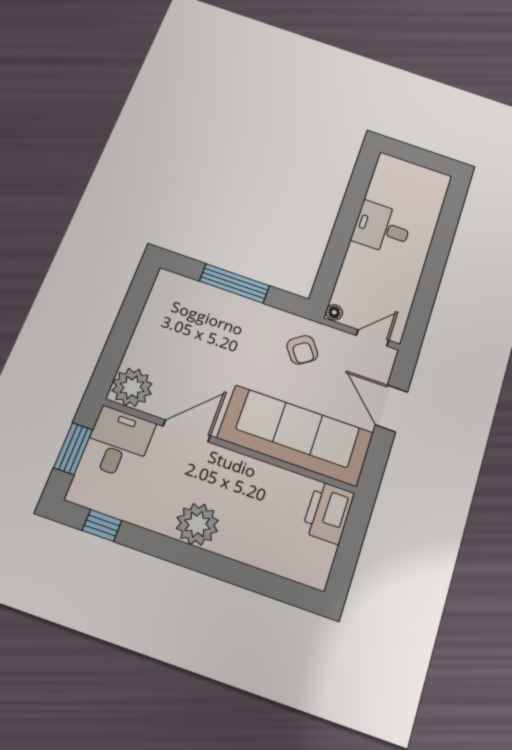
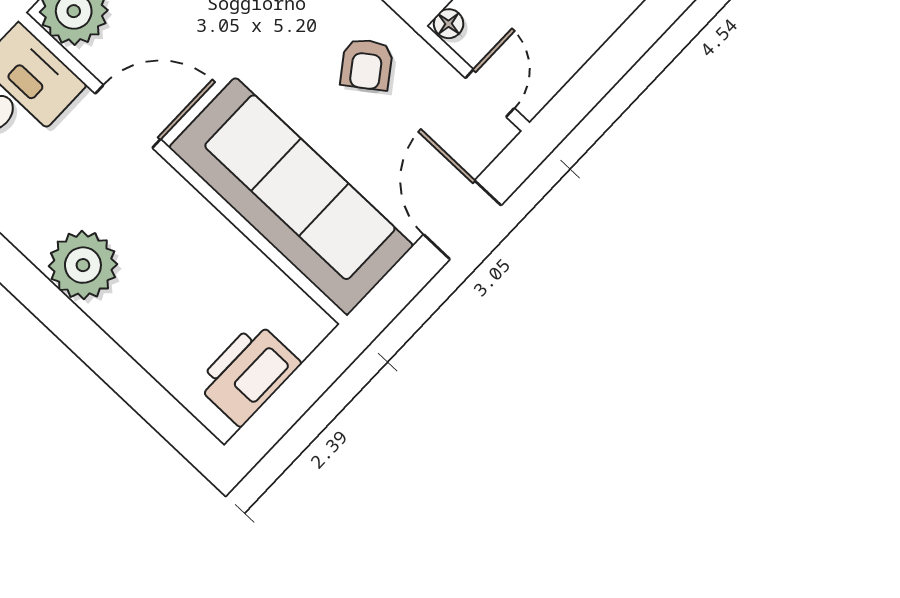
door: (373, 338) -> (490, 93), hinge flipped
printer: (328, 512) -> (248, 374), moved

